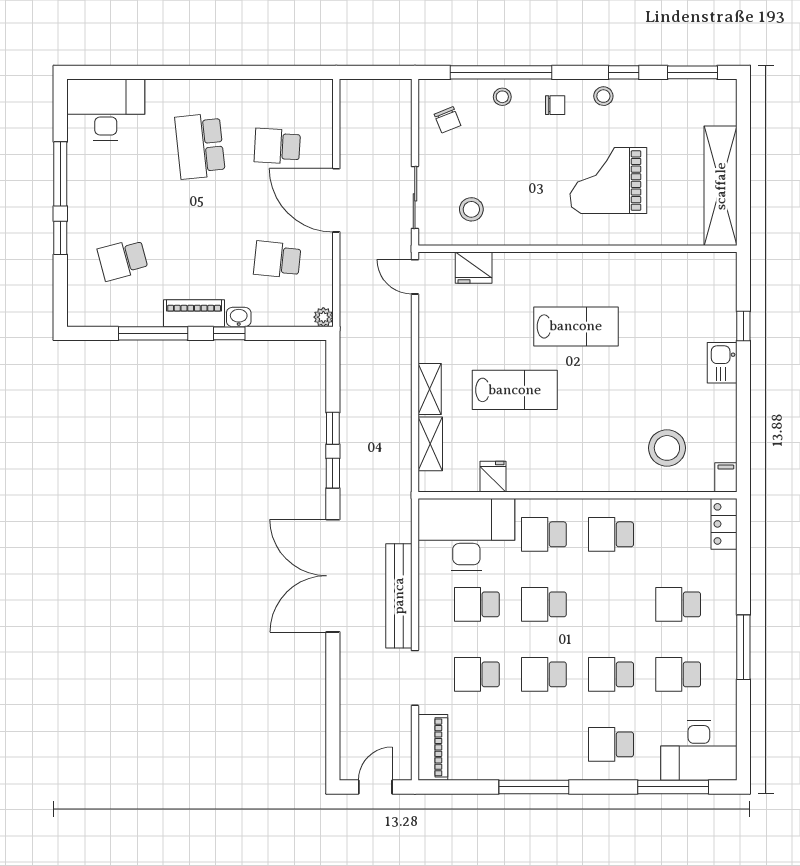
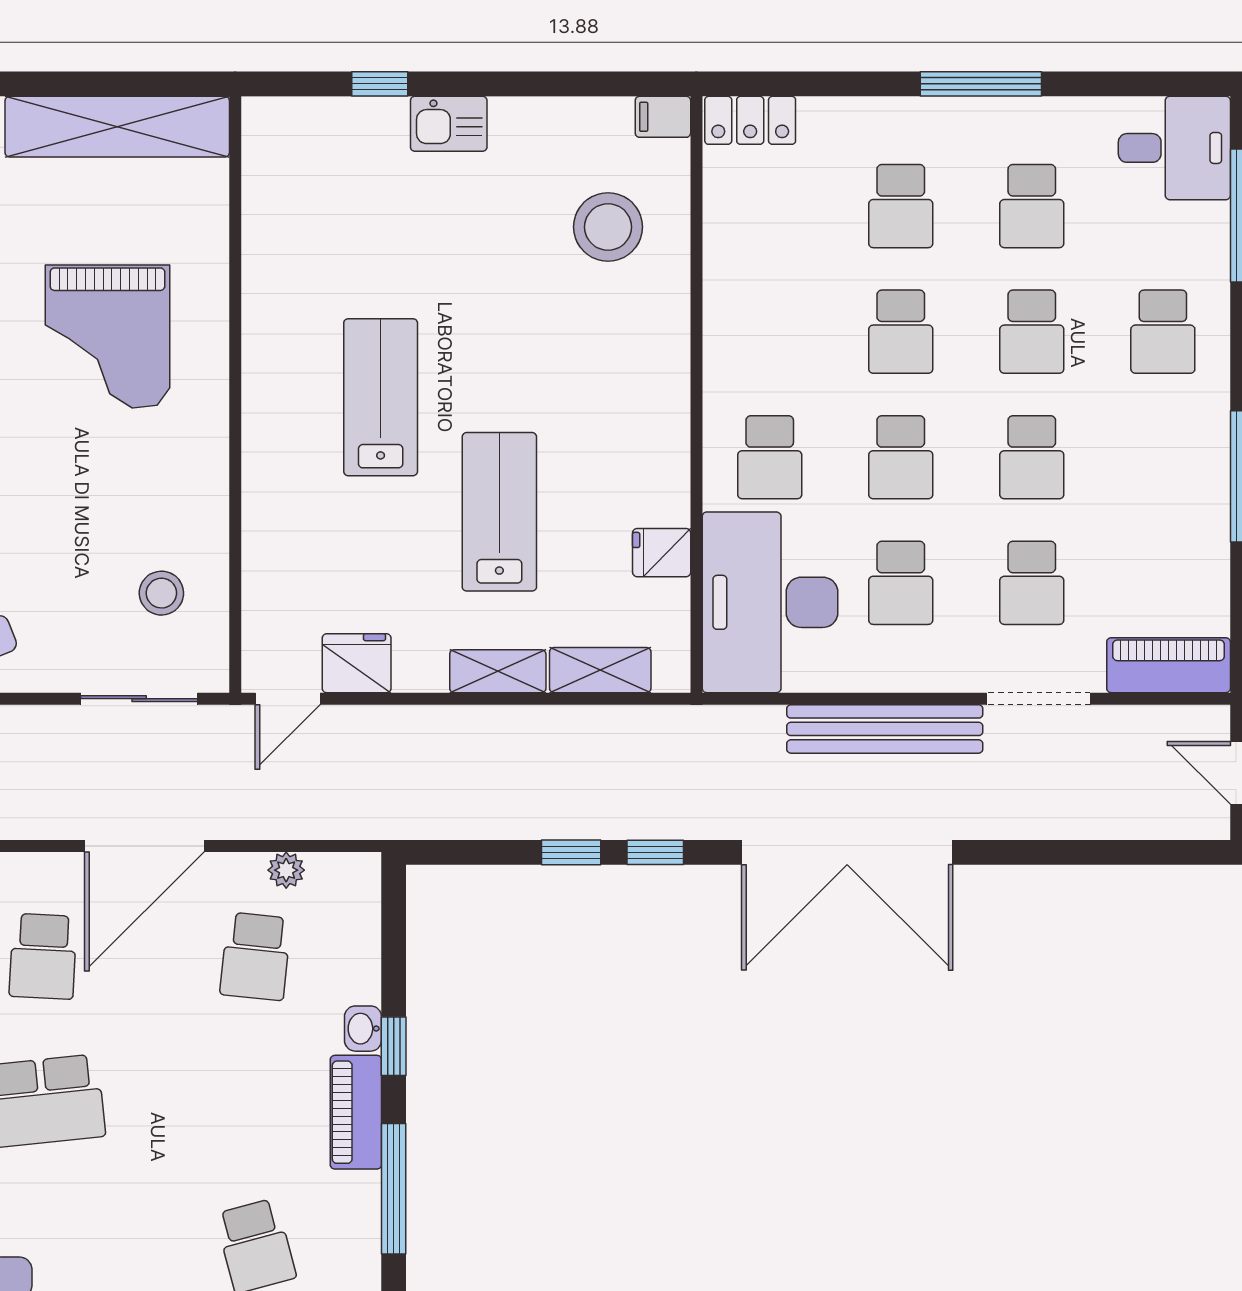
fridge: (474, 268) -> (357, 663), moved, turned -90
plant: (323, 317) -> (286, 870), moved
school desk: (611, 534) -> (901, 332), moved
desk: (699, 751) -> (1174, 148), width x0.73

